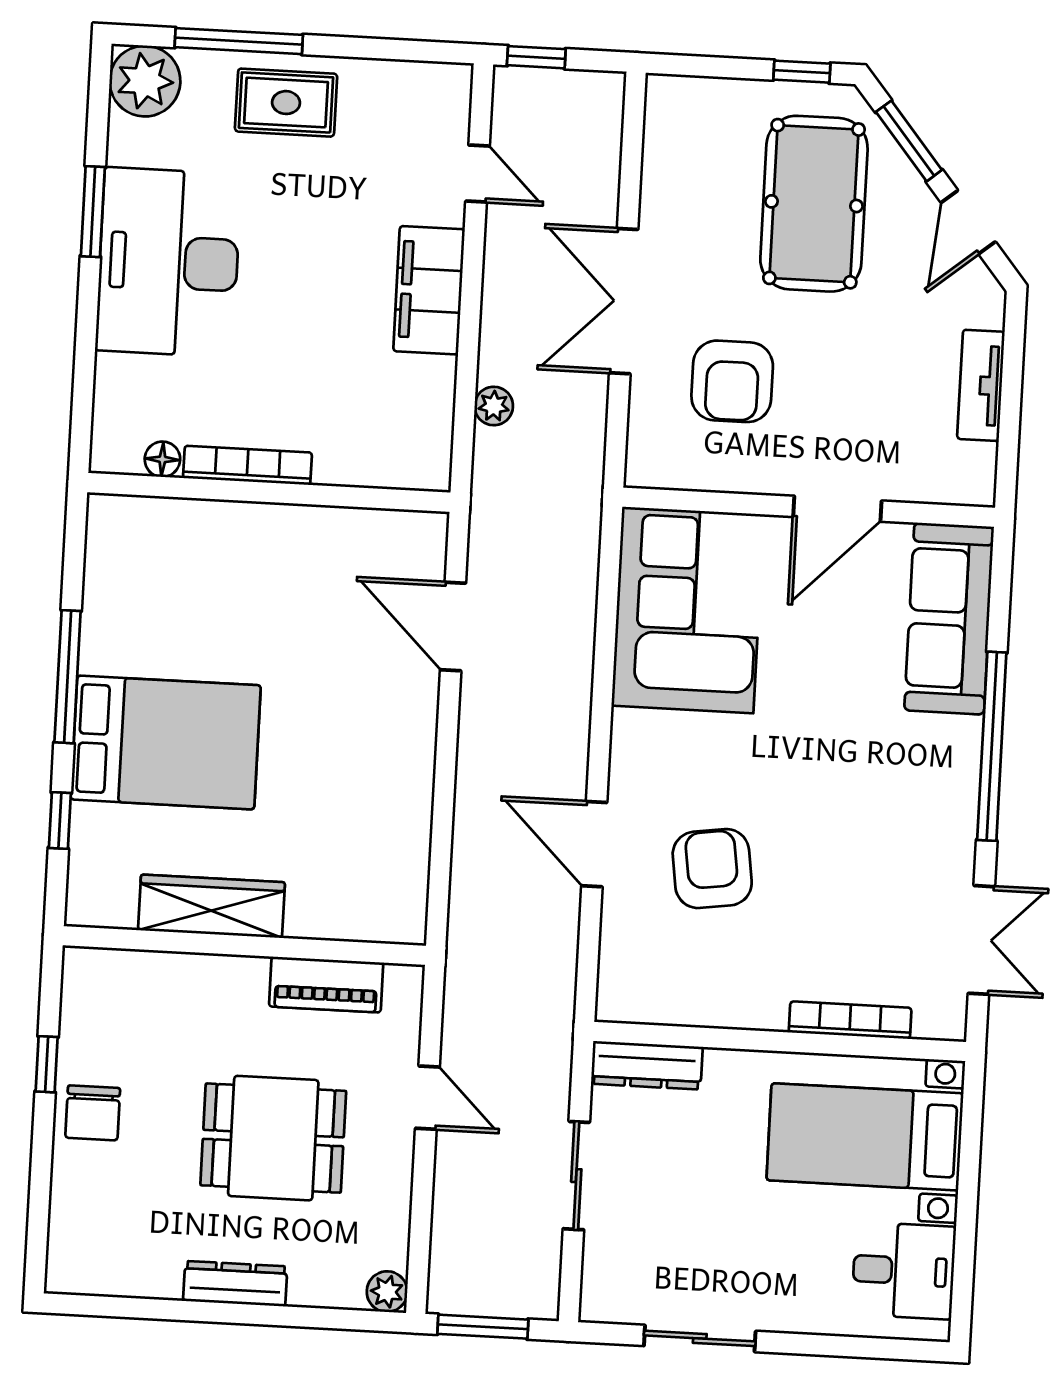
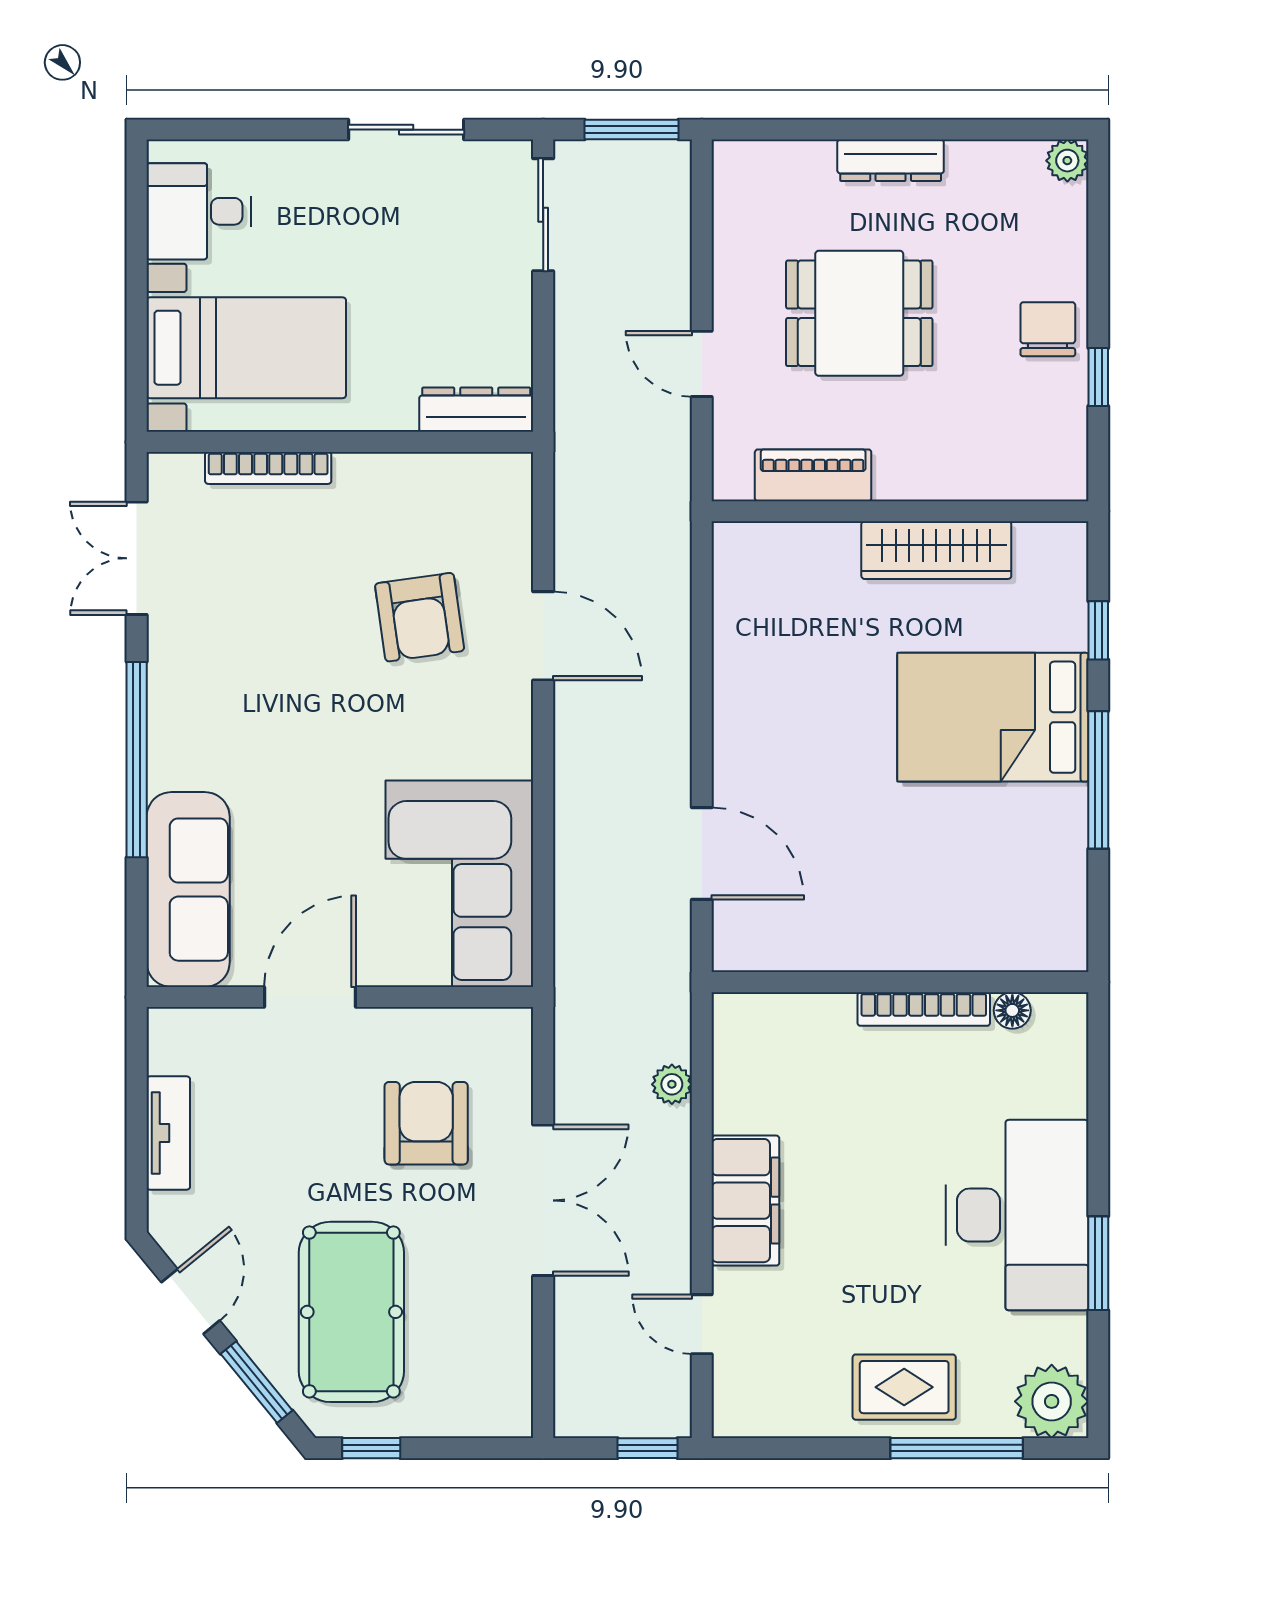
sliding door: (576, 1176) -> (543, 215), moved
plant: (387, 1292) -> (1067, 161), moved

